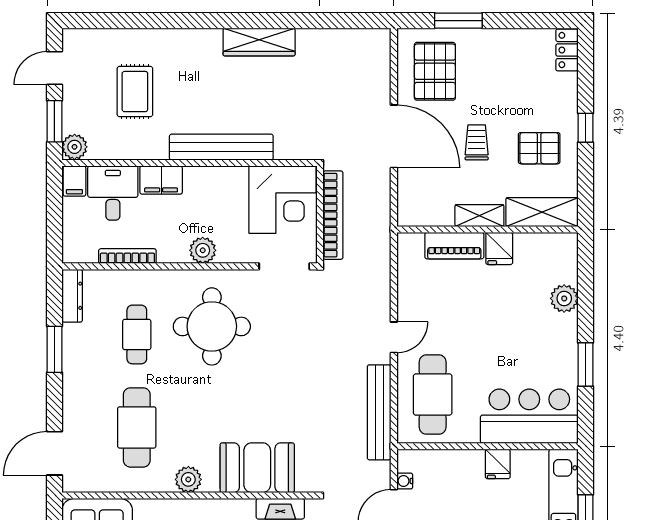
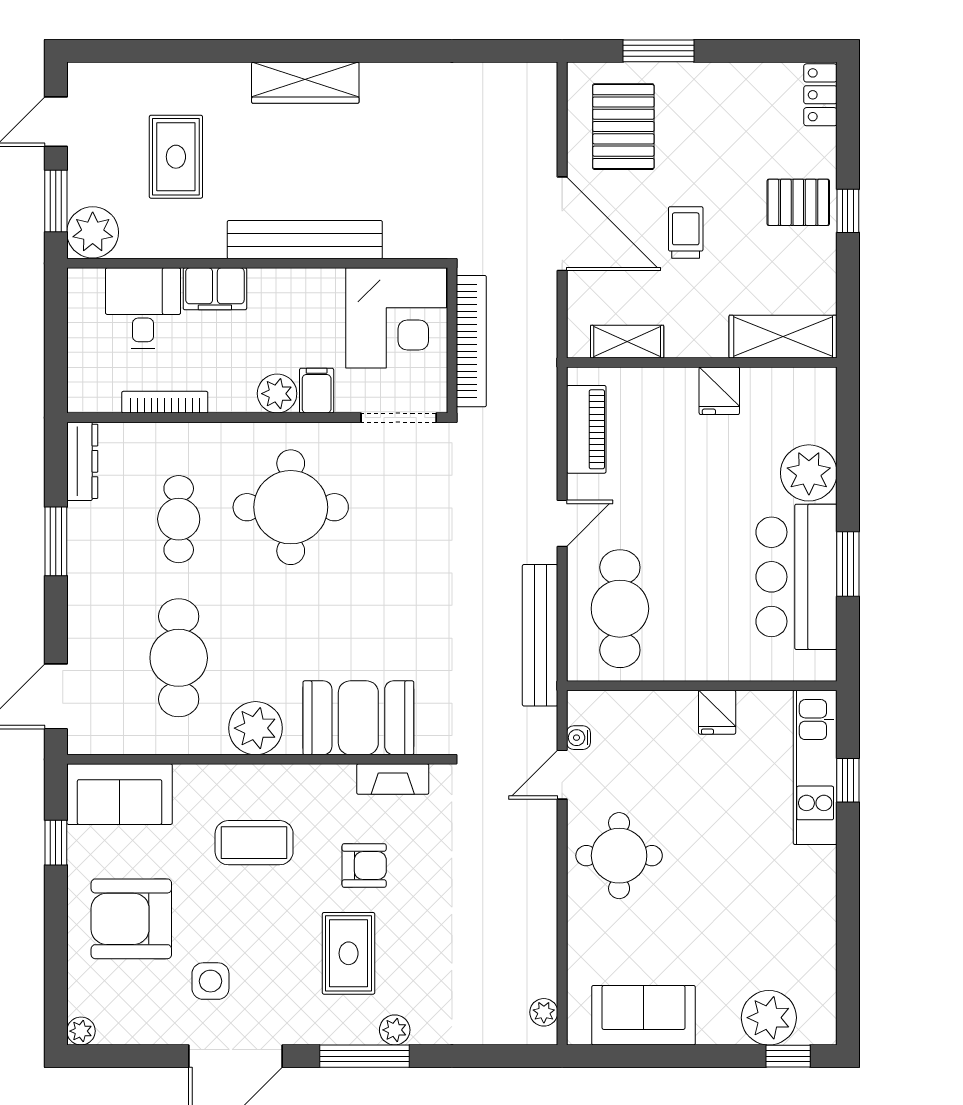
wardrobe: (259, 42) -> (305, 83), moved
plant: (75, 147) -> (93, 232), width x1.36, depth x1.36
pallet: (539, 148) -> (798, 202), moved
filing cabinet: (74, 181) -> (317, 391), moved, turned 180
shelving: (479, 216) -> (627, 342), moved
piano: (454, 246) -> (586, 429), moved, turned -90
plant: (564, 298) -> (809, 473), width x1.36, depth x1.36
bar counter: (529, 416) -> (796, 577), moved, turned -90
plant: (188, 479) -> (256, 728), width x1.36, depth x1.36

